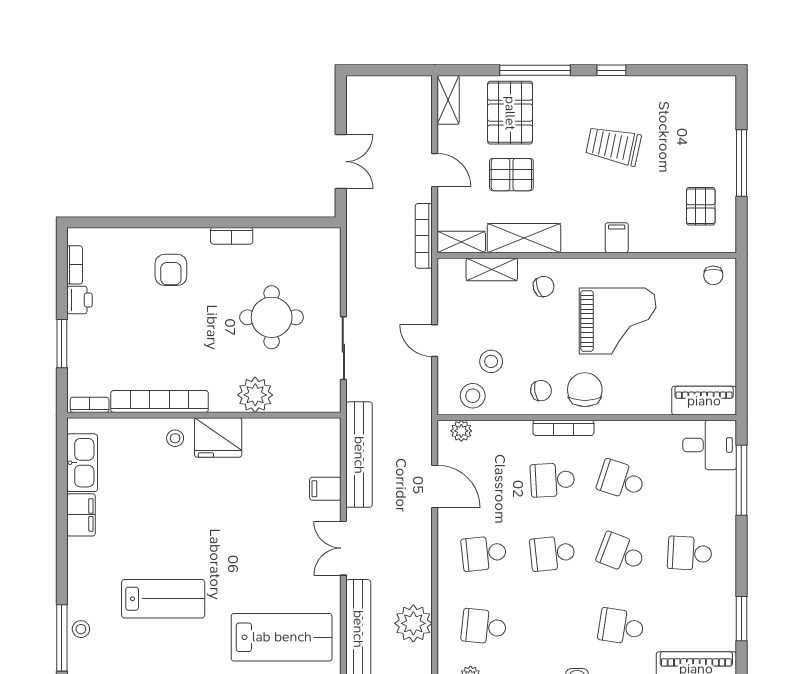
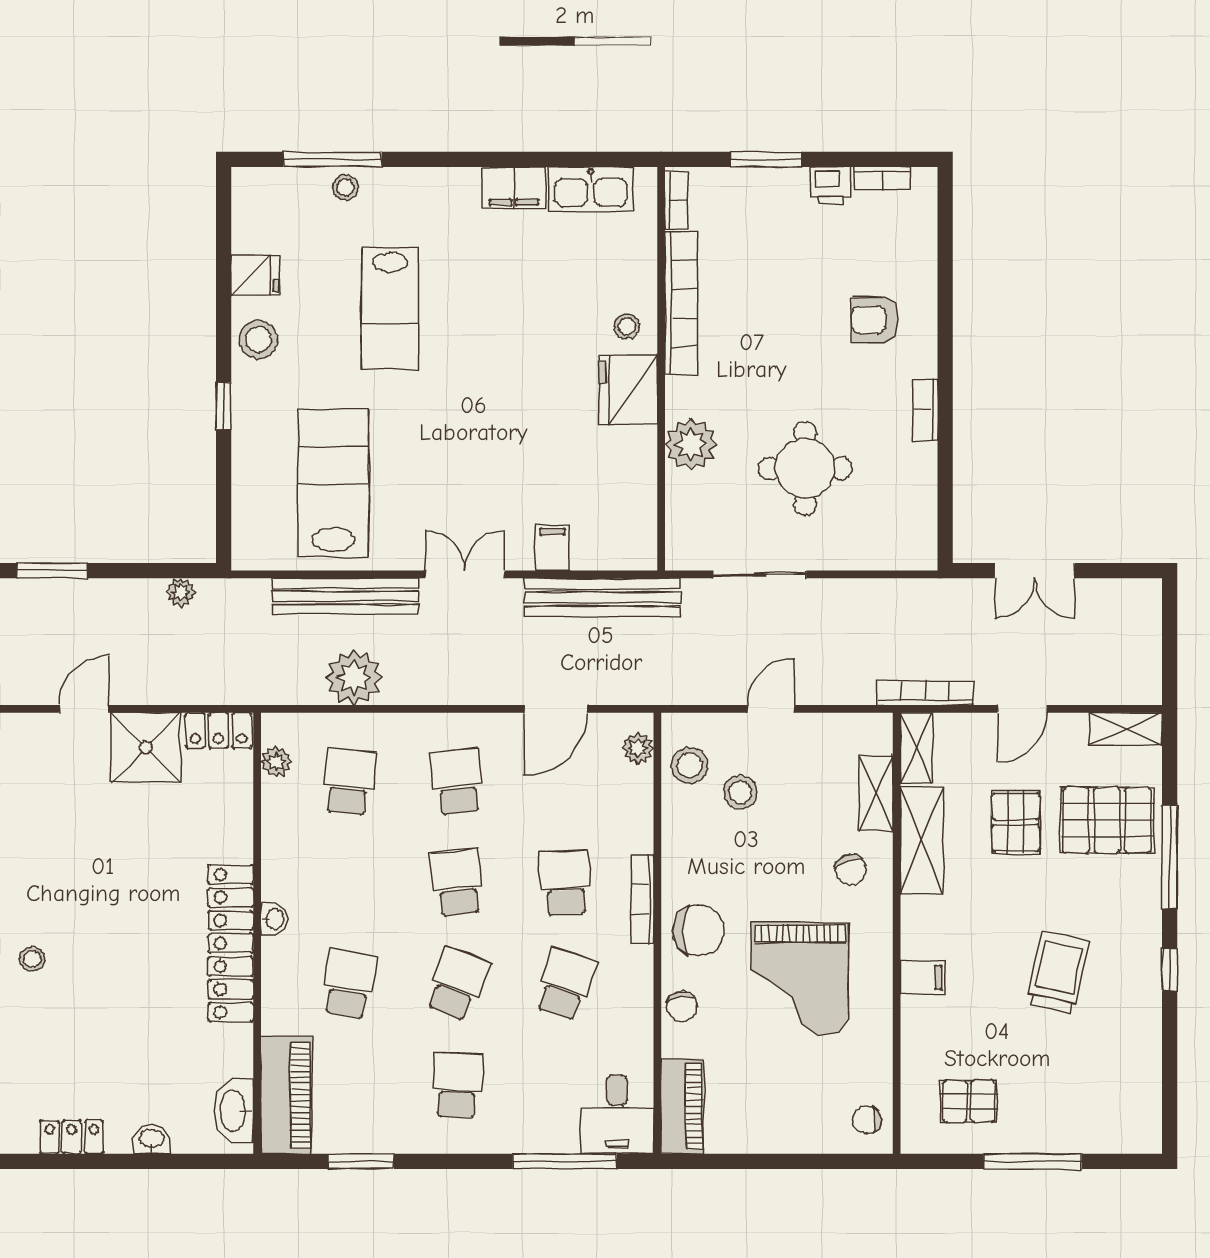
chair: (541, 391) -> (682, 1006), moved
lab bench: (282, 637) -> (333, 483), turned 180

